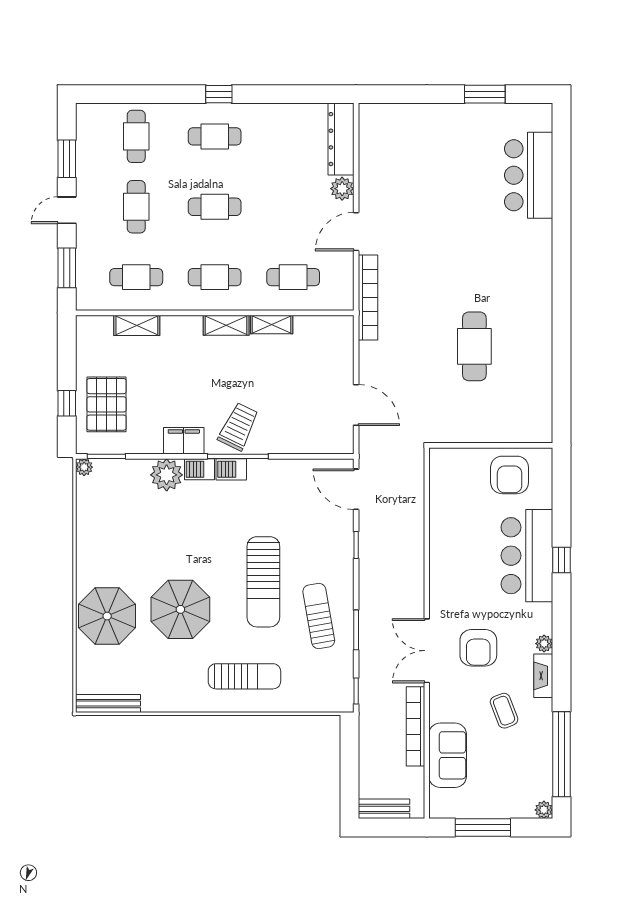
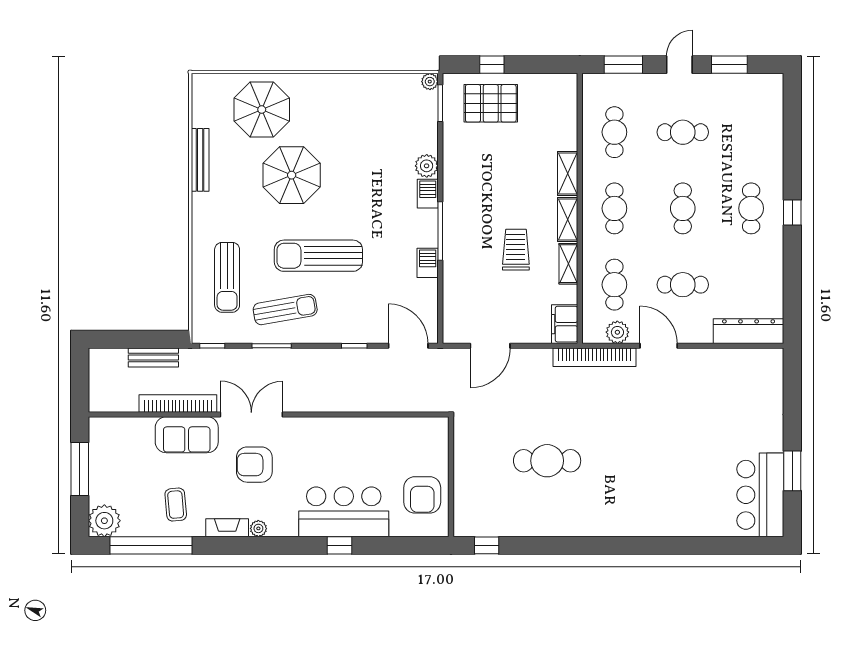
cafe table: (136, 136) -> (683, 285), moved
bar counter: (529, 175) -> (760, 495), moved, turned -90
plant: (342, 189) -> (617, 332), moved
door: (67, 210) -> (679, 65), hinge flipped
shelving: (137, 325) -> (568, 174), moved
window: (561, 409) -> (487, 545), added
trolley: (238, 427) -> (516, 250), moved, turned -116
filing cabinet: (184, 441) -> (565, 324), moved, turned 180
barbecue: (231, 469) -> (428, 263), moved
plant: (167, 475) -> (427, 166), width x0.73, depth x0.73
armchair: (510, 475) -> (422, 495), turned -90
door: (356, 489) -> (408, 346), hinge flipped
parasol: (107, 616) -> (262, 110), moved
sun lounger: (244, 676) -> (227, 277), moved
bench: (108, 704) -> (200, 160), moved
coffee table: (504, 711) -> (176, 505), moved, turned -74
sofa: (448, 755) -> (187, 435), moved
bench: (384, 809) -> (153, 357), moved, turned 90
plant: (544, 810) -> (104, 521), width x1.88, depth x1.88

